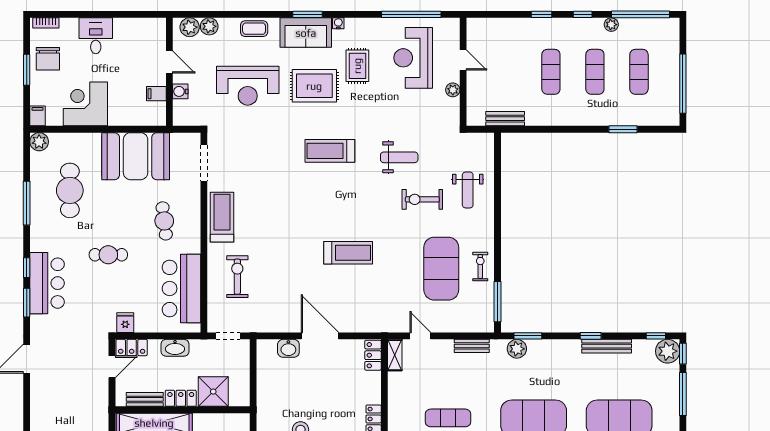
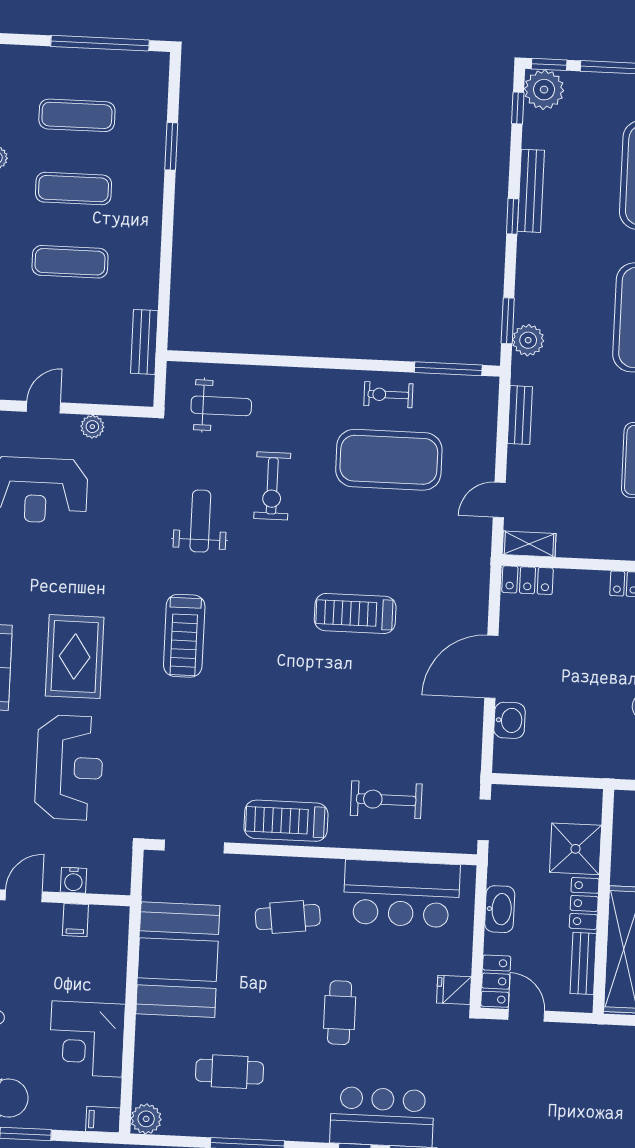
rug: (357, 66) -> (45, 583), removed
cafe table: (70, 190) -> (230, 1072), width x0.73, depth x0.74
weight bench: (468, 190) -> (221, 406), moved
treadmill: (348, 253) -> (355, 613), turned -90

